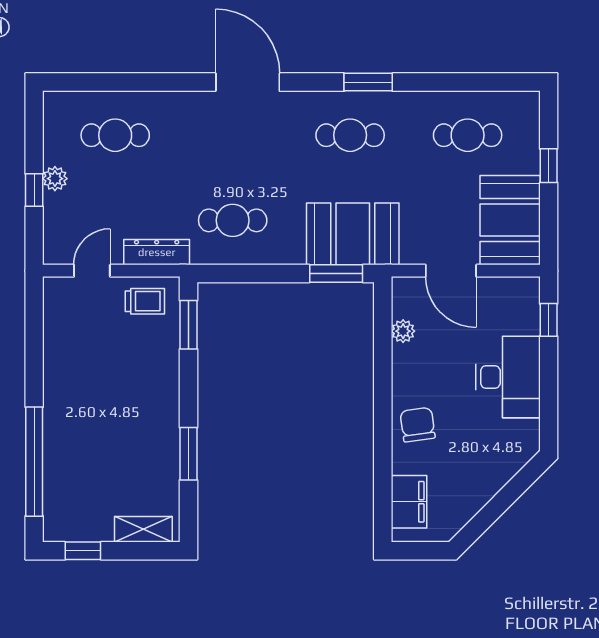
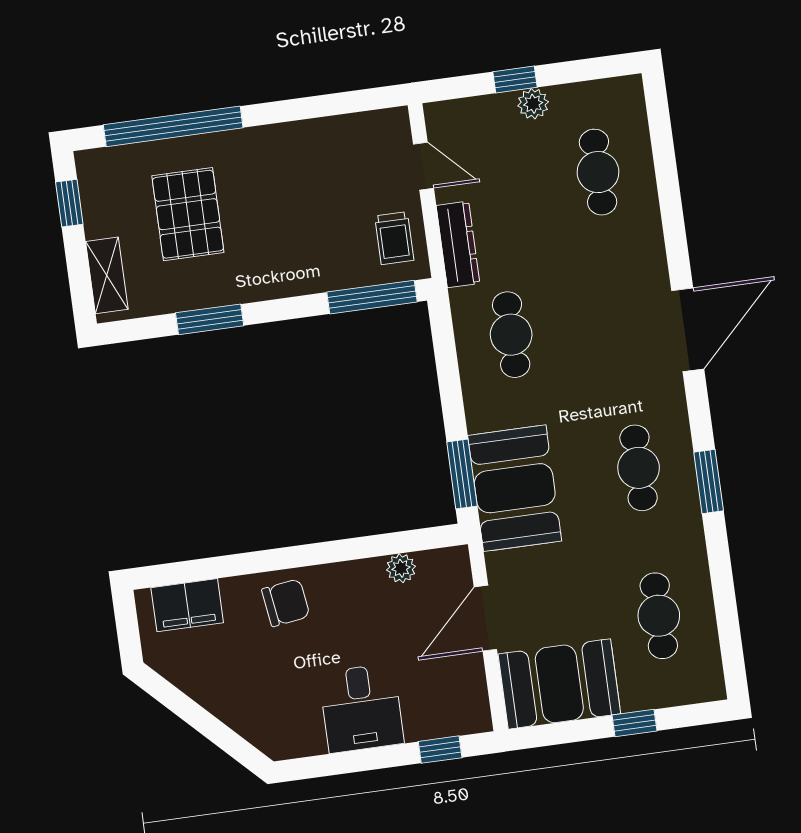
window: (188, 325) -> (372, 297), width x1.44
desk: (508, 377) -> (361, 708), width x0.73
pallet: (104, 459) -> (188, 214), added

